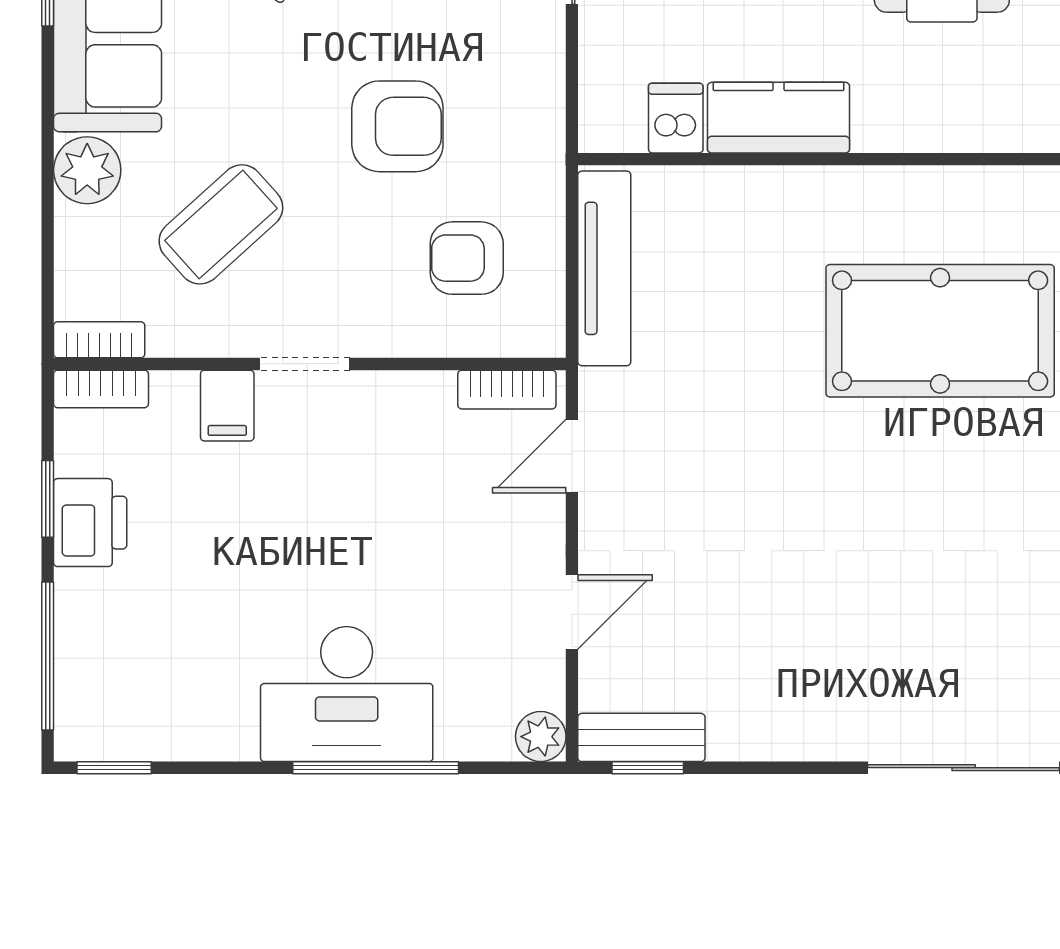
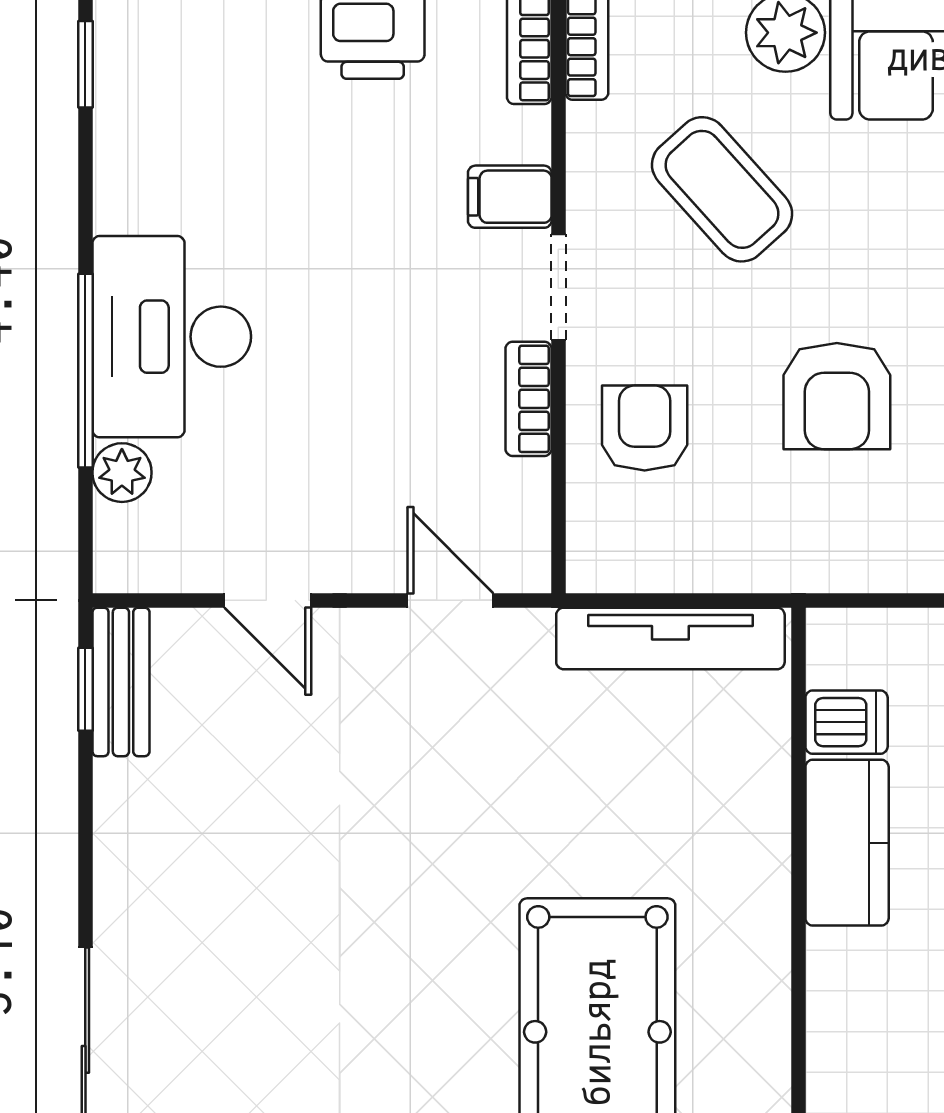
armchair: (467, 258) -> (645, 428), moved
bookcase: (507, 390) -> (528, 399), moved
plant: (541, 737) -> (122, 473), moved

